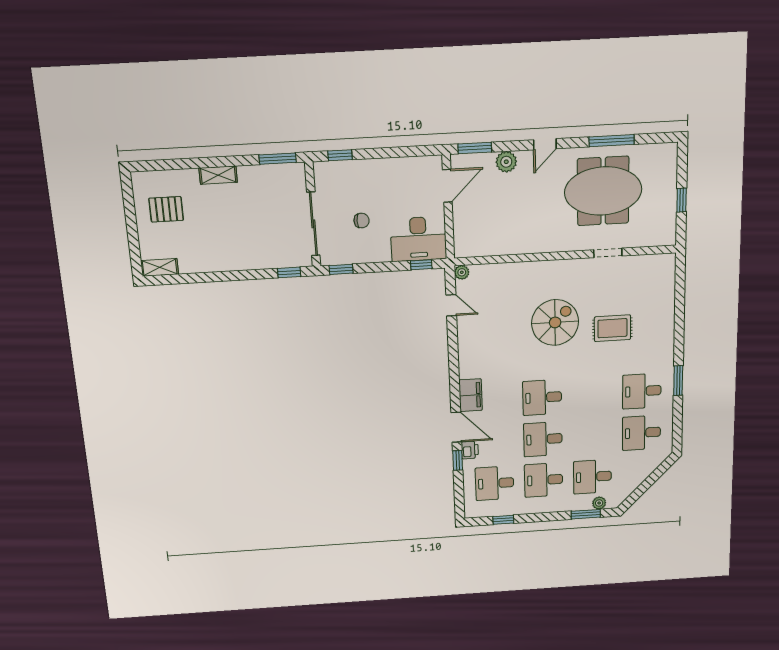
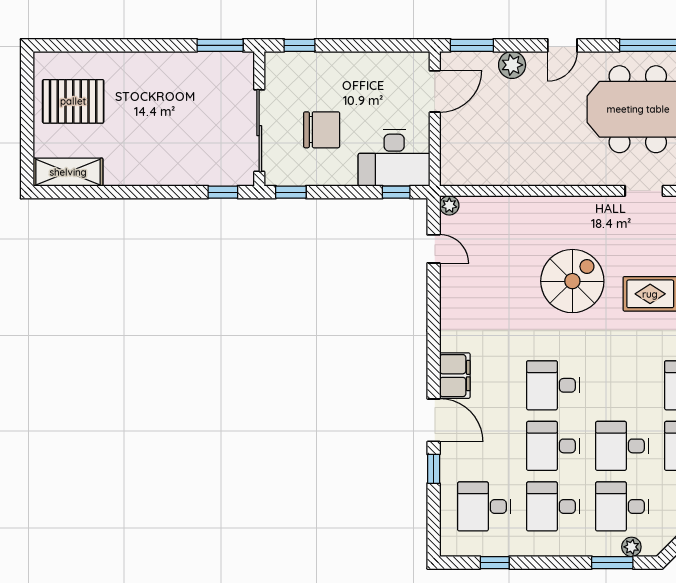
shelving: (218, 175) -> (143, 62), removed
pallet: (166, 209) -> (73, 101), width x1.50, depth x1.42
chair: (362, 221) -> (322, 130), width x1.87, depth x1.87
shelving: (160, 267) -> (68, 172), width x1.50, depth x1.33
desk: (592, 436) -> (622, 446), added
printer: (470, 450) -> (451, 455), removed

